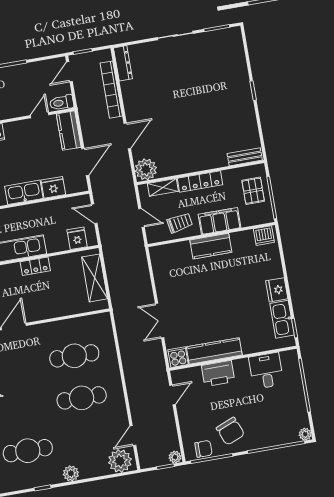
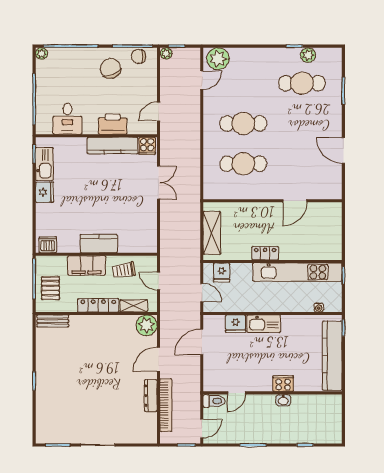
dresser: (123, 63) -> (151, 396), moved
kitchen counter: (69, 131) -> (212, 374), removed
plant: (71, 473) -> (308, 55), moved

